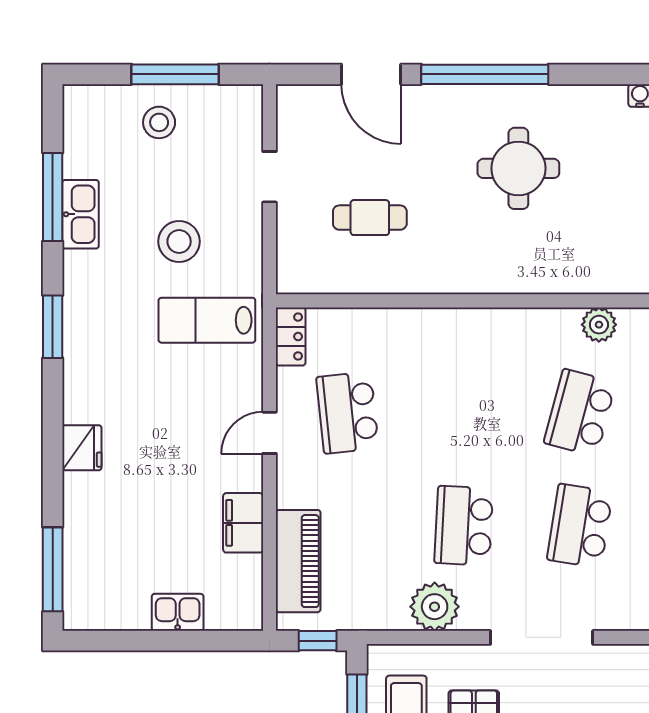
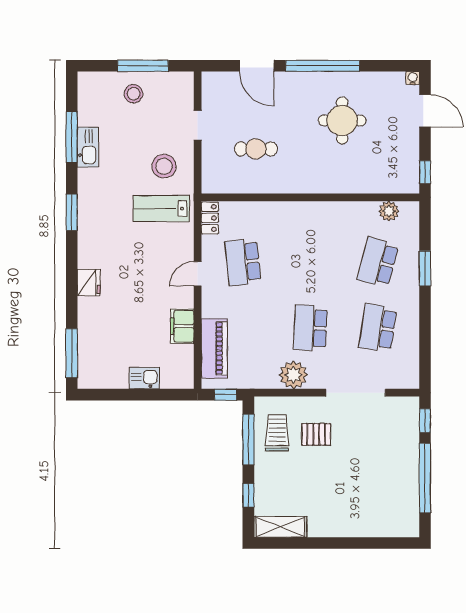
stool: (179, 241) -> (164, 166), moved

